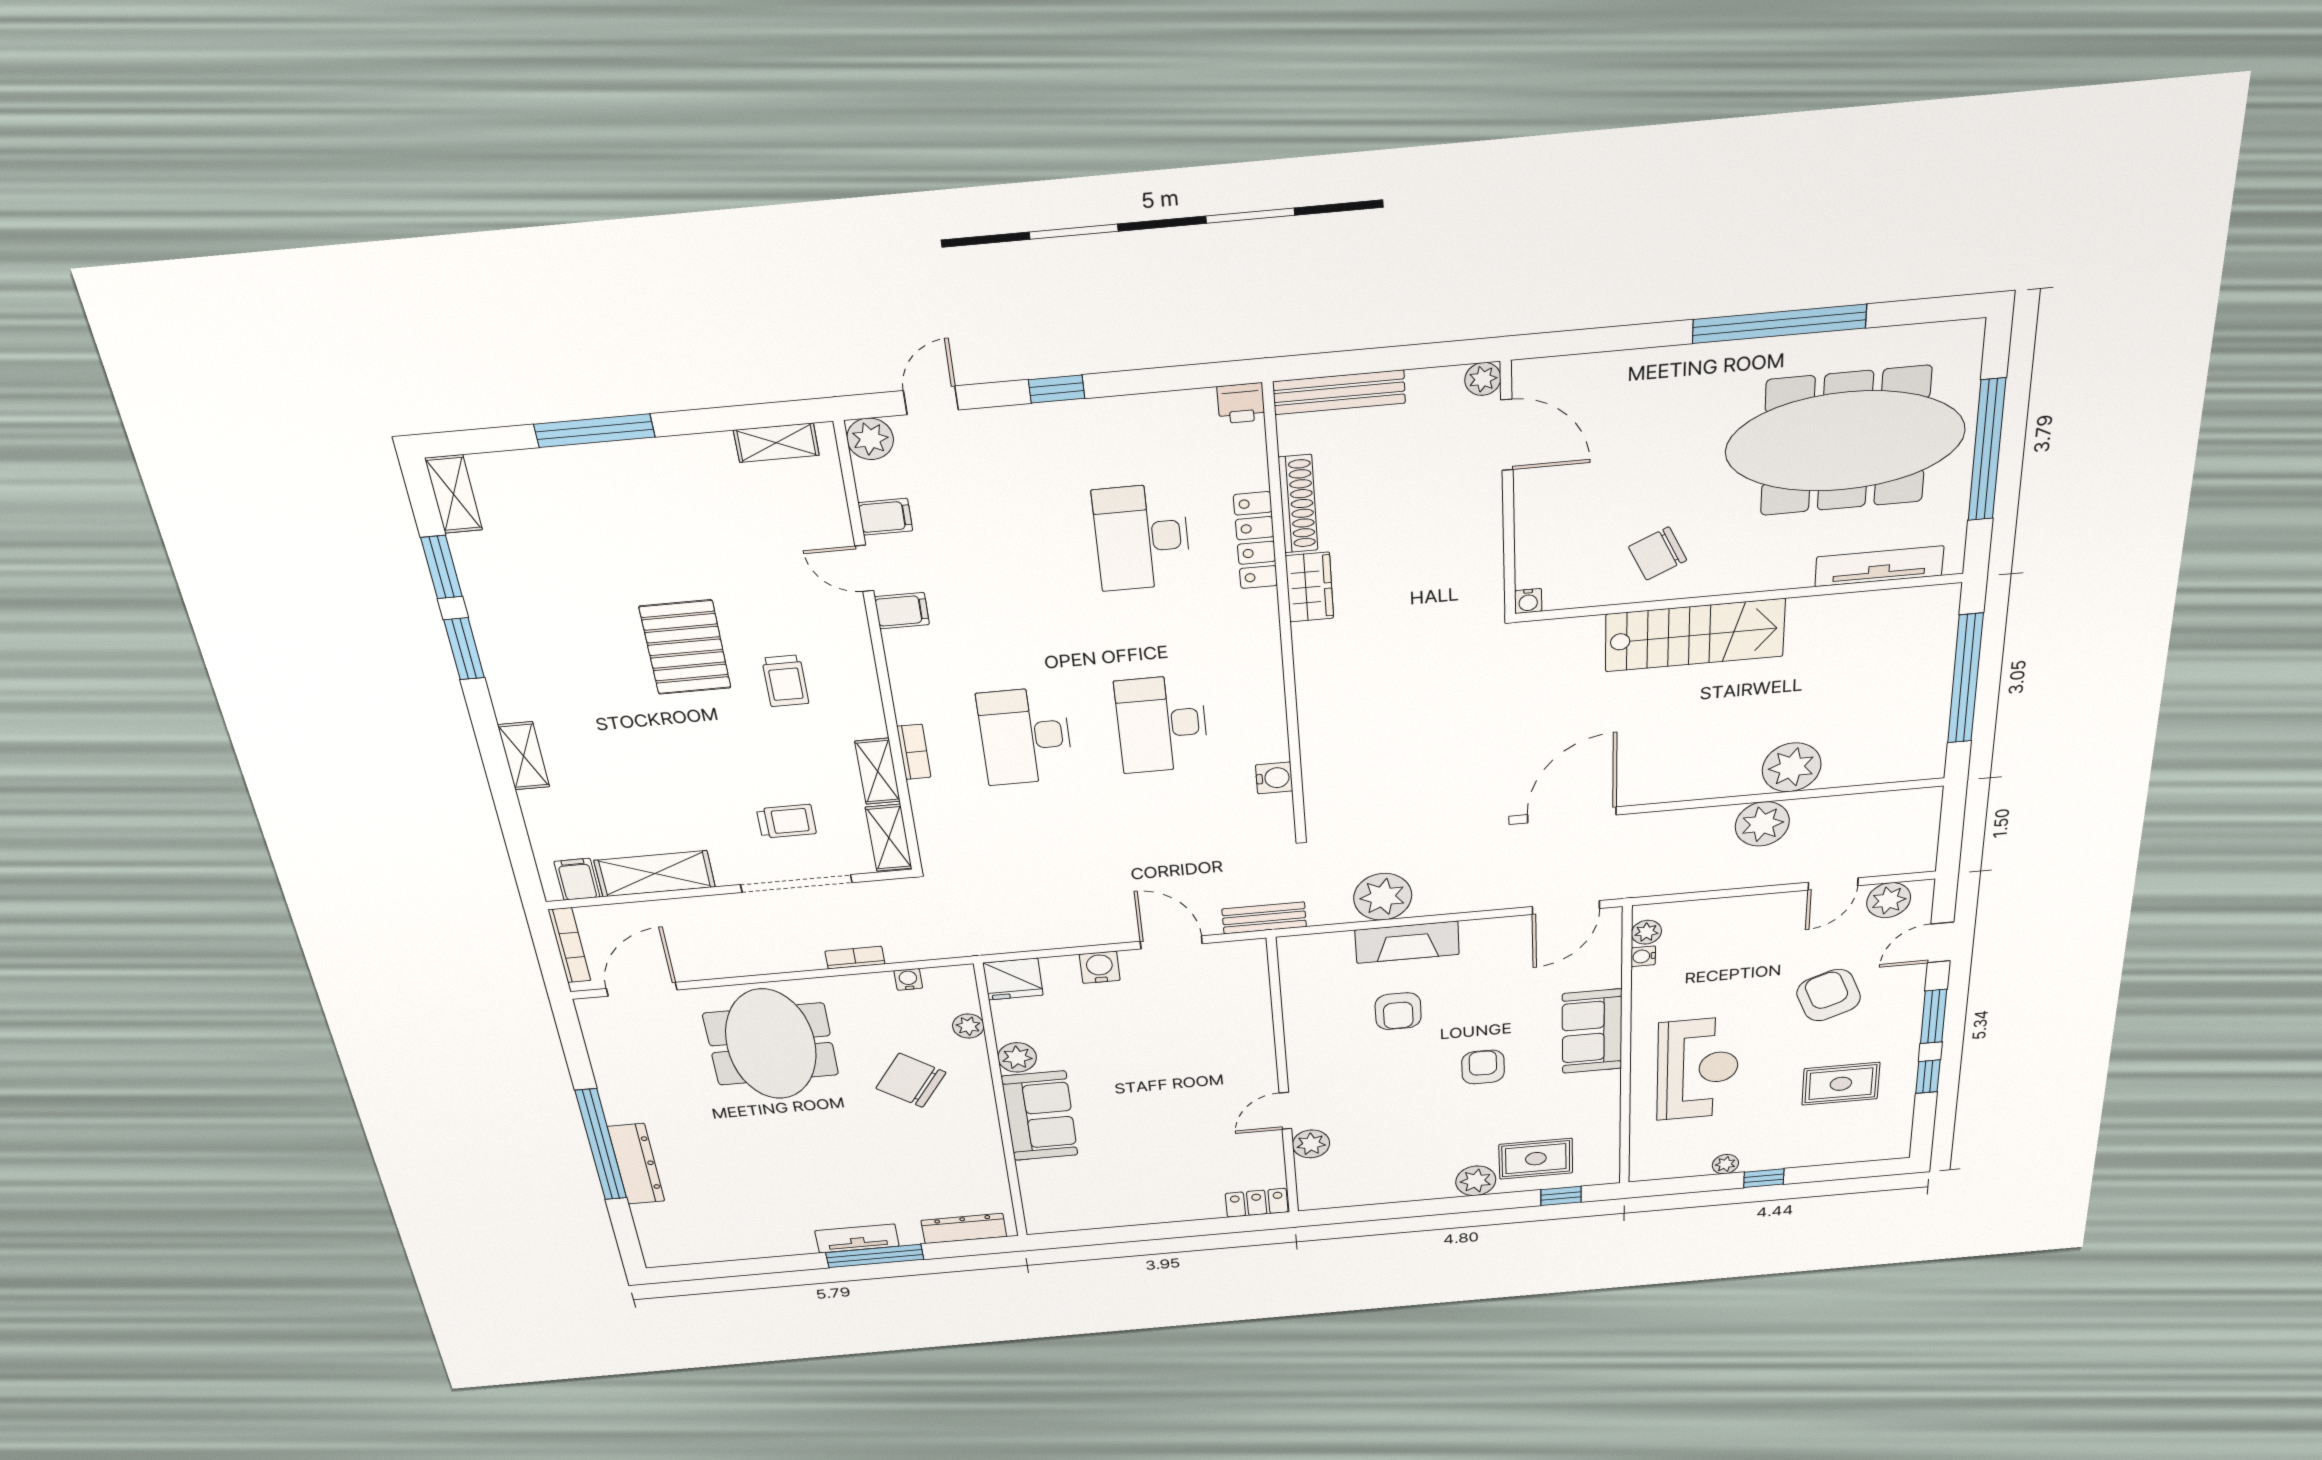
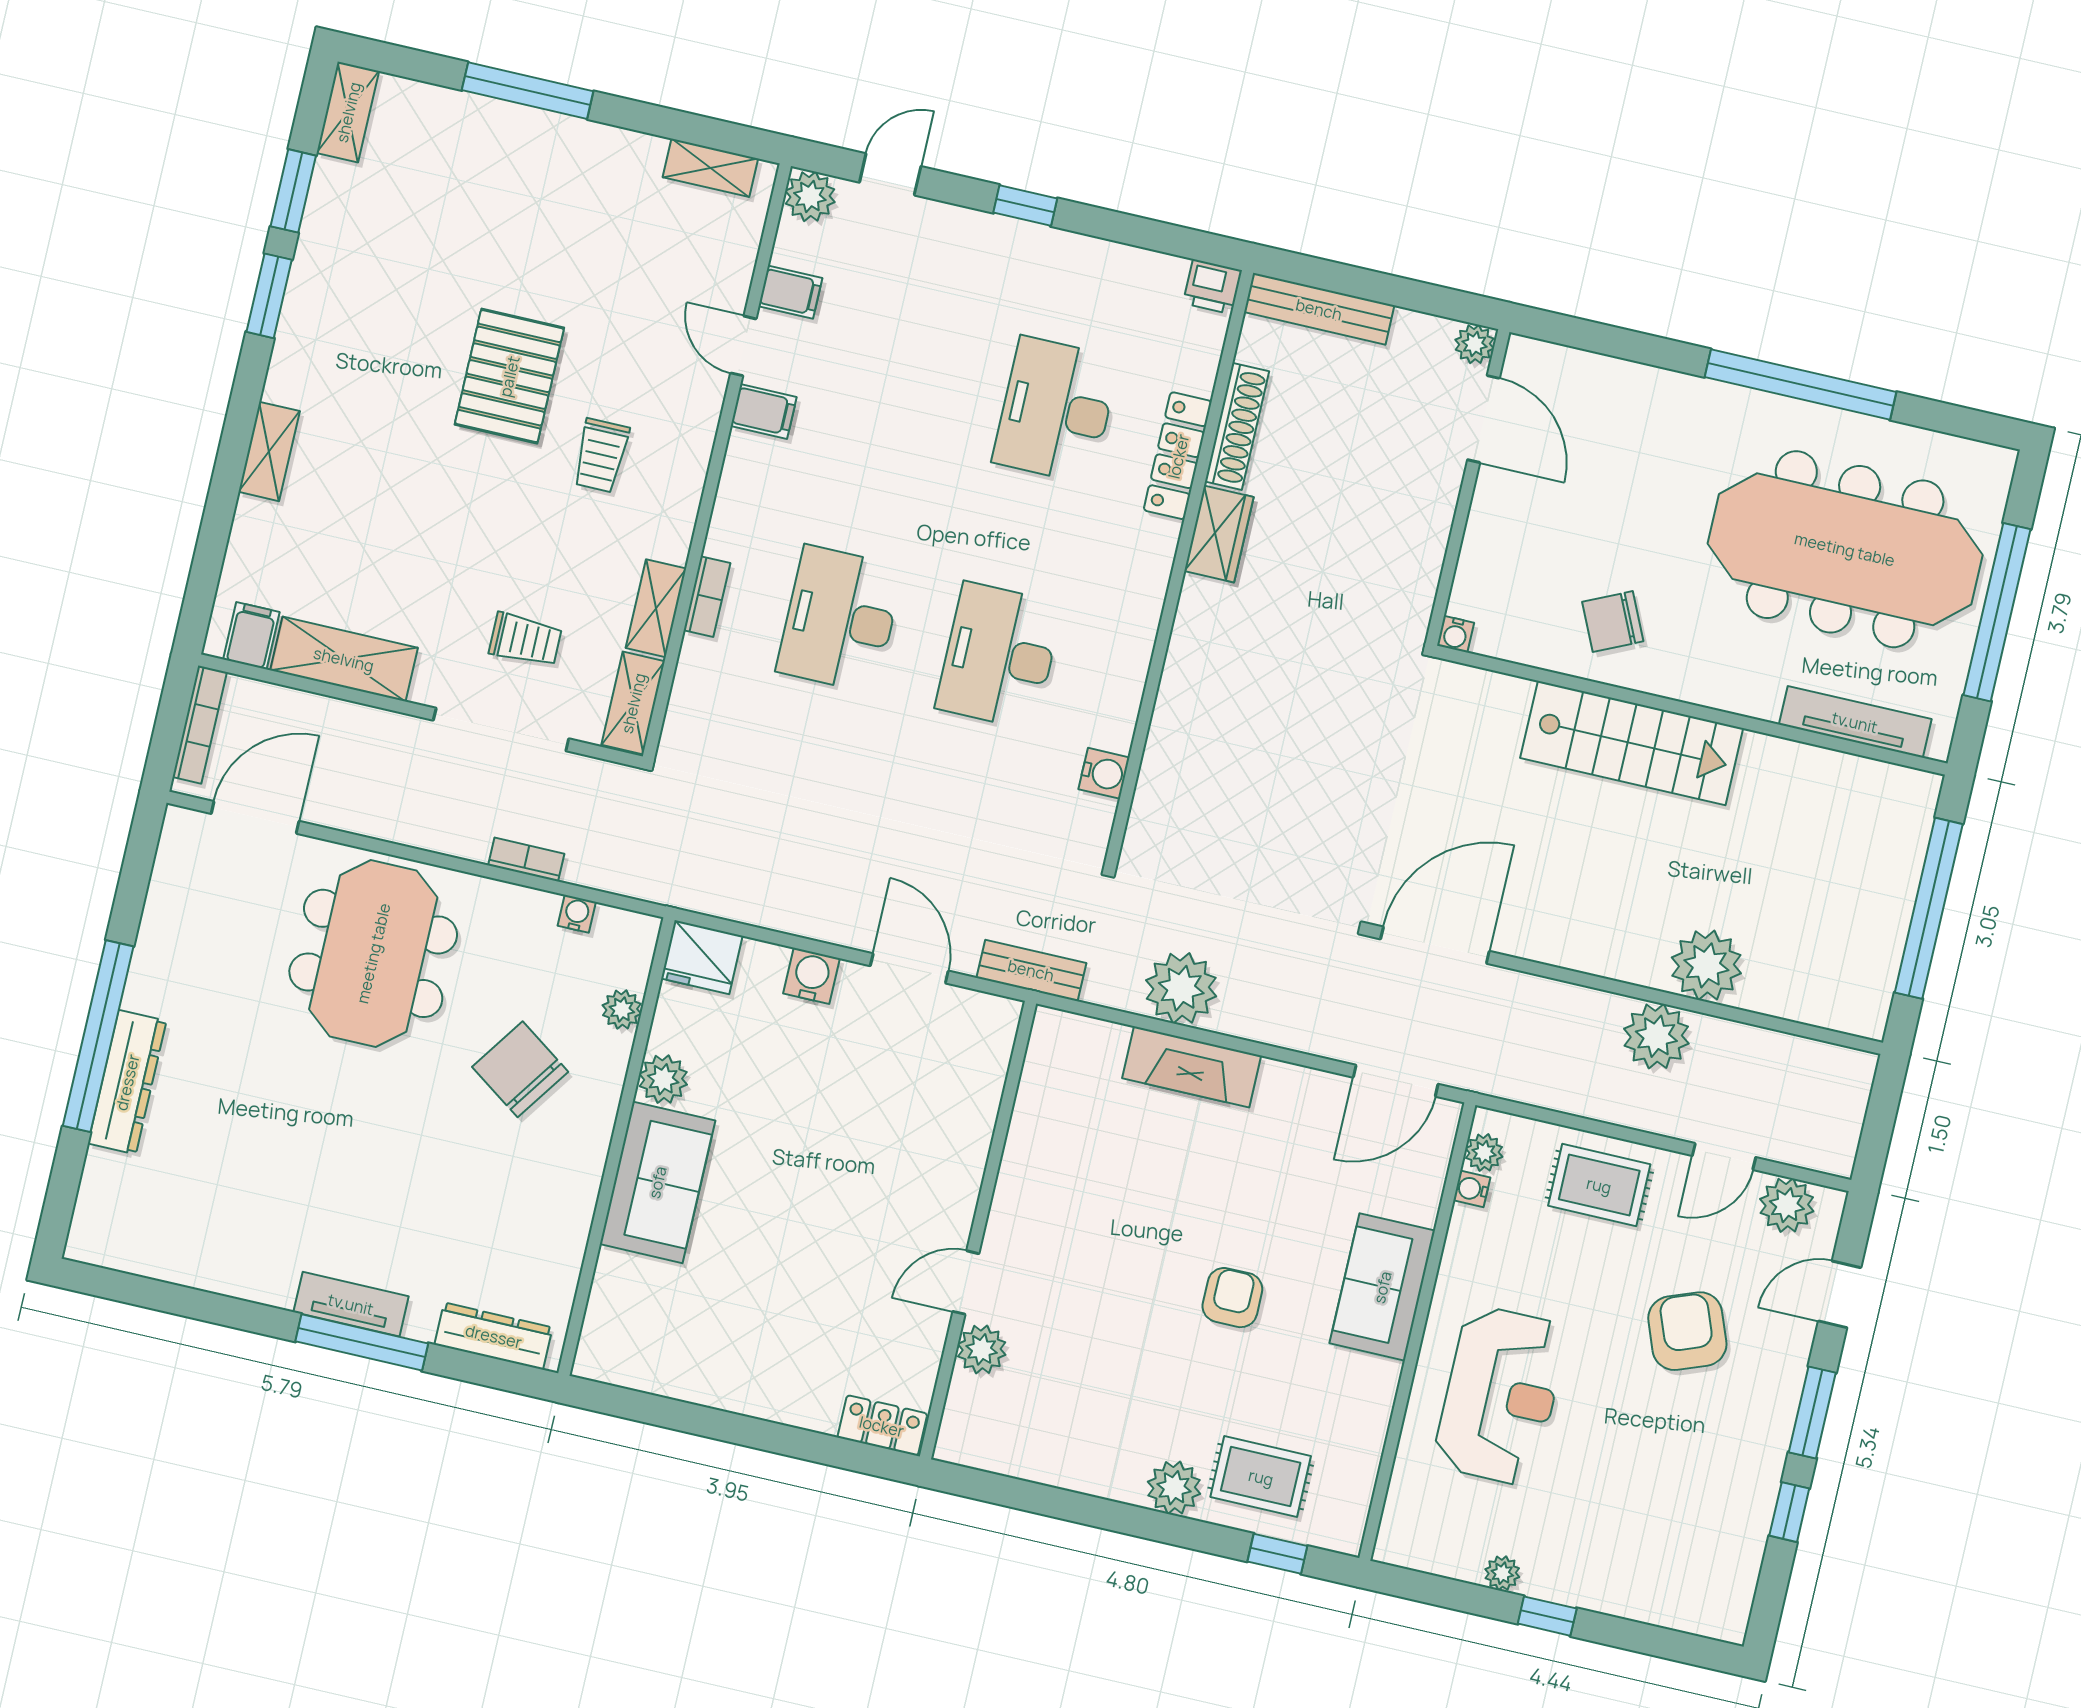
armchair: (1398, 1011) -> (1151, 1170), removed
rug: (1841, 1084) -> (1599, 1185), moved

